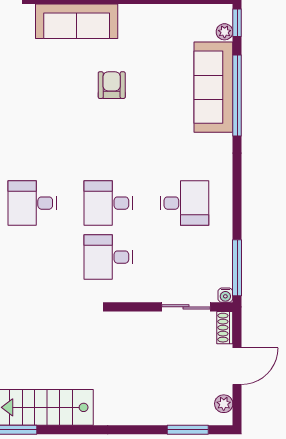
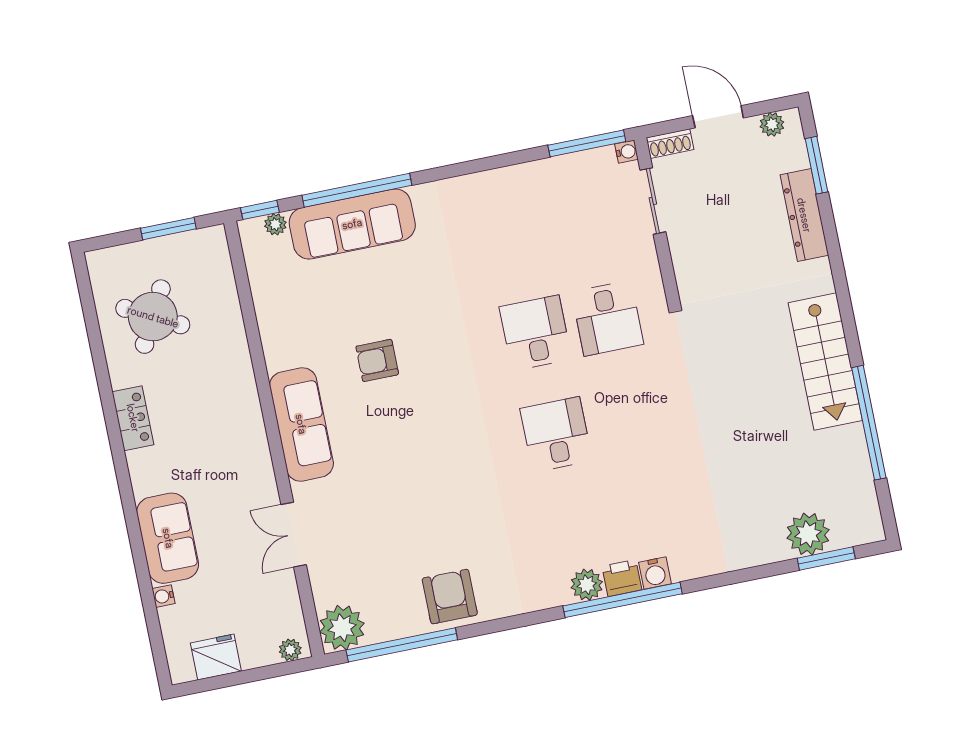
desk: (32, 203) -> (556, 434), turned 180
desk: (108, 203) -> (535, 333), turned 180
desk: (184, 203) -> (515, 231), removed
dresser: (154, 414) -> (804, 215), added

